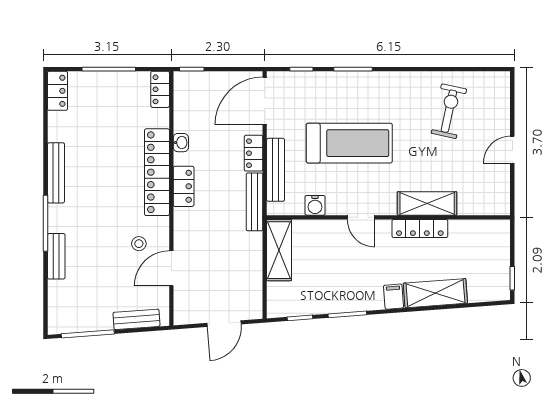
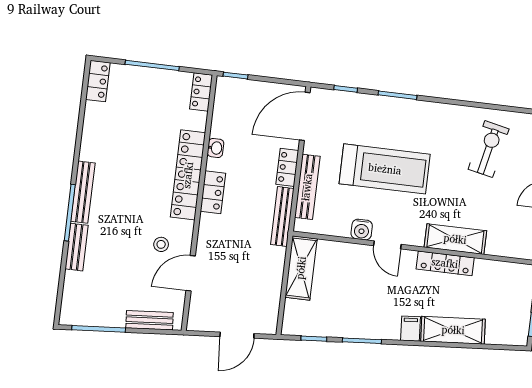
bench: (56, 173) -> (83, 192), moved
water cooler: (315, 205) -> (362, 230), moved

